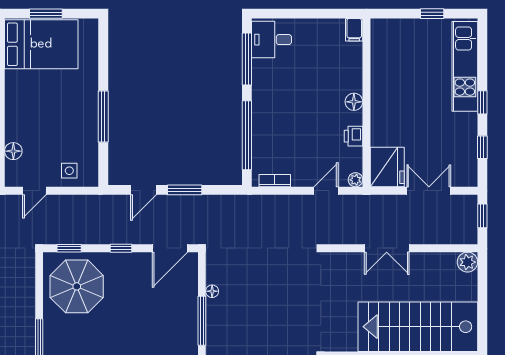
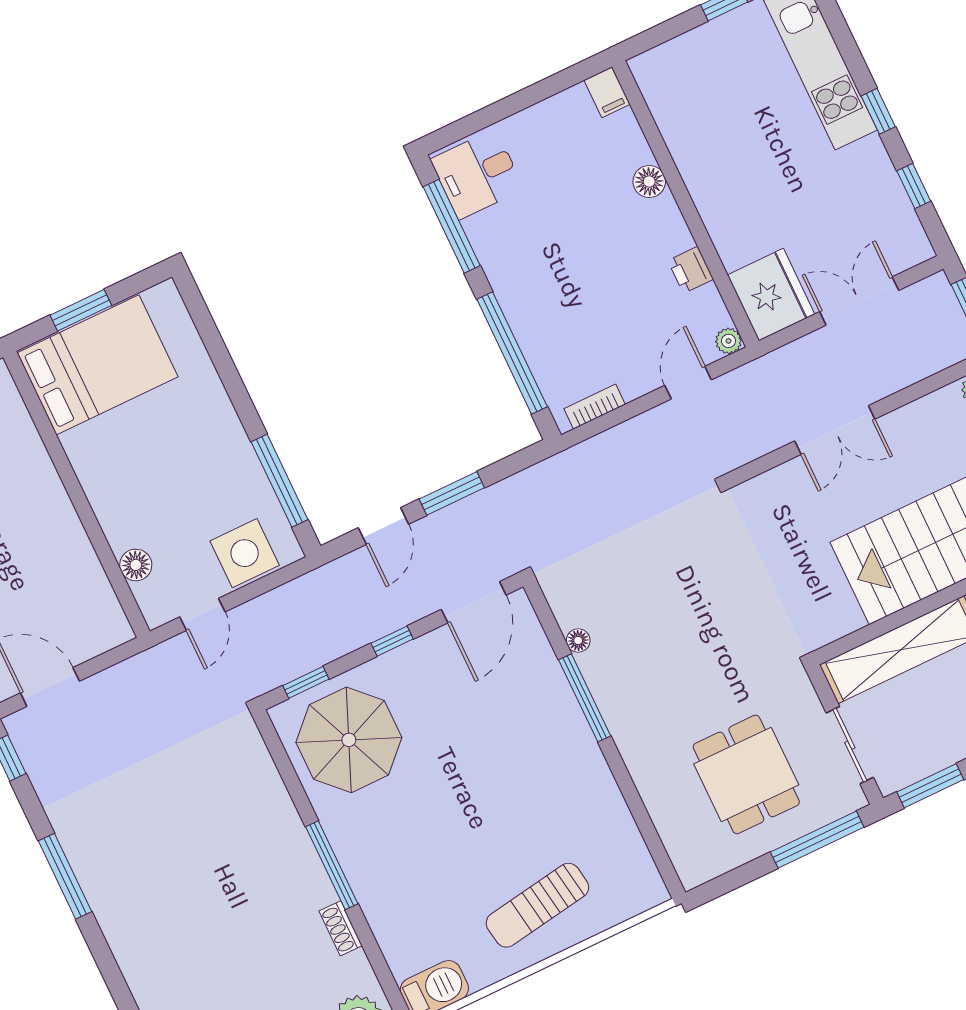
floor lamp: (354, 102) -> (649, 181), moved
window: (103, 116) -> (279, 481), moved
side table: (69, 171) -> (245, 553), width x1.87, depth x1.87

